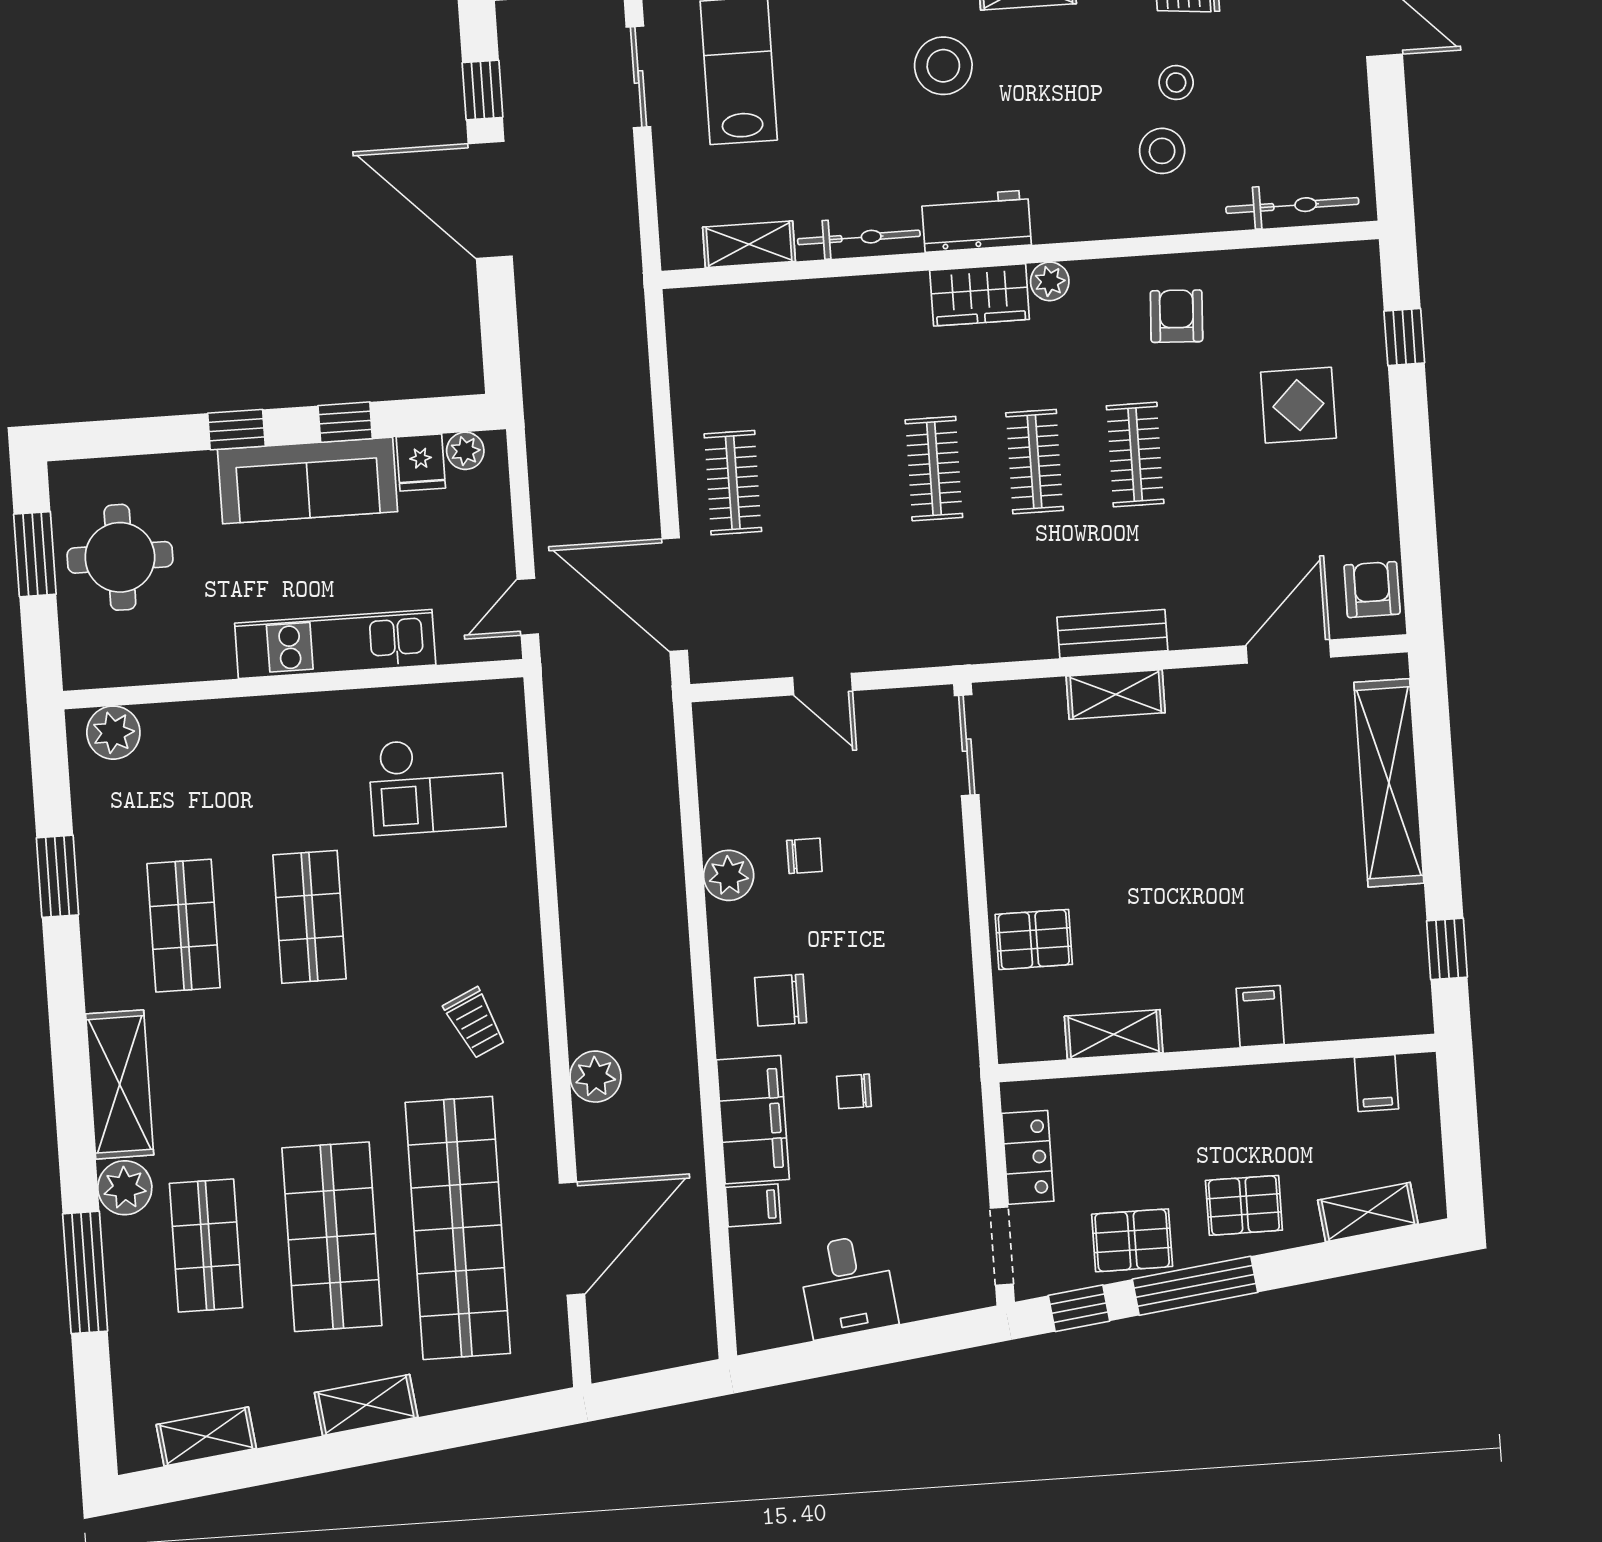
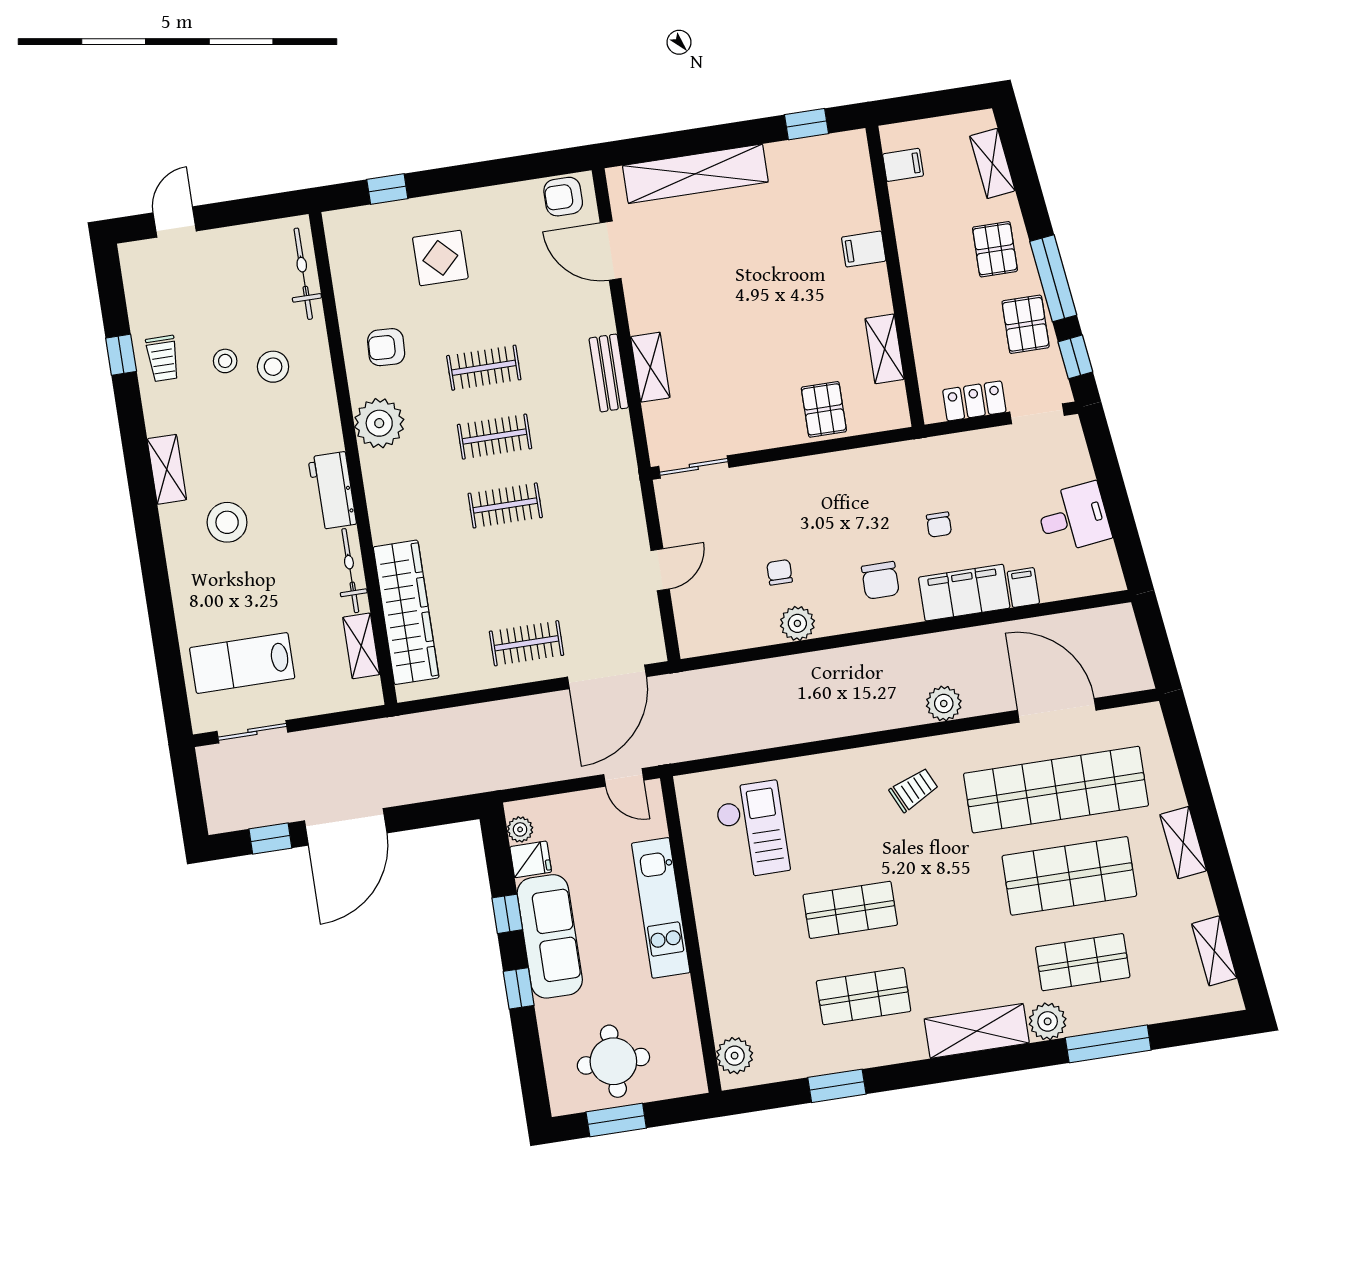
plant: (1050, 281) -> (379, 423), width x1.88, depth x1.88
wardrobe: (980, 295) -> (406, 612), moved, width x2.10, depth x1.17

